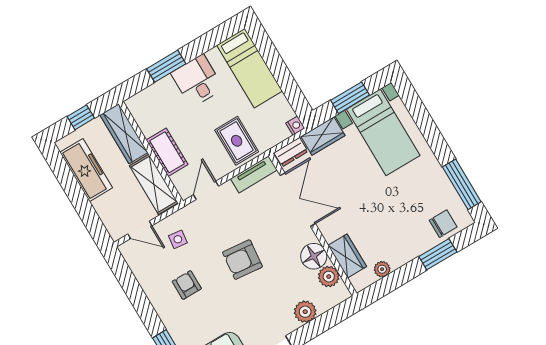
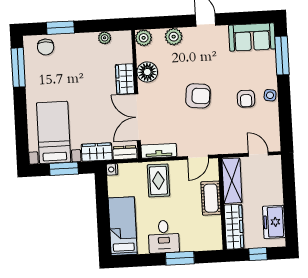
freezer: (86, 170) -> (274, 222), width x0.71
chair: (443, 224) -> (46, 47), turned -90
side table: (178, 239) -> (270, 95), moved
wardrobe: (347, 256) -> (125, 79), moved
plant: (329, 277) -> (144, 38), moved

